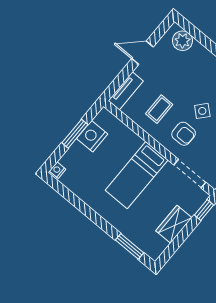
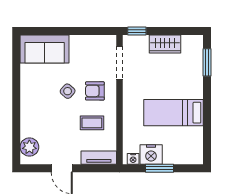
armchair: (184, 134) -> (95, 91), turned -90
nightstand: (58, 170) -> (133, 159), moved
bed: (137, 175) -> (174, 113), moved, turned 180

